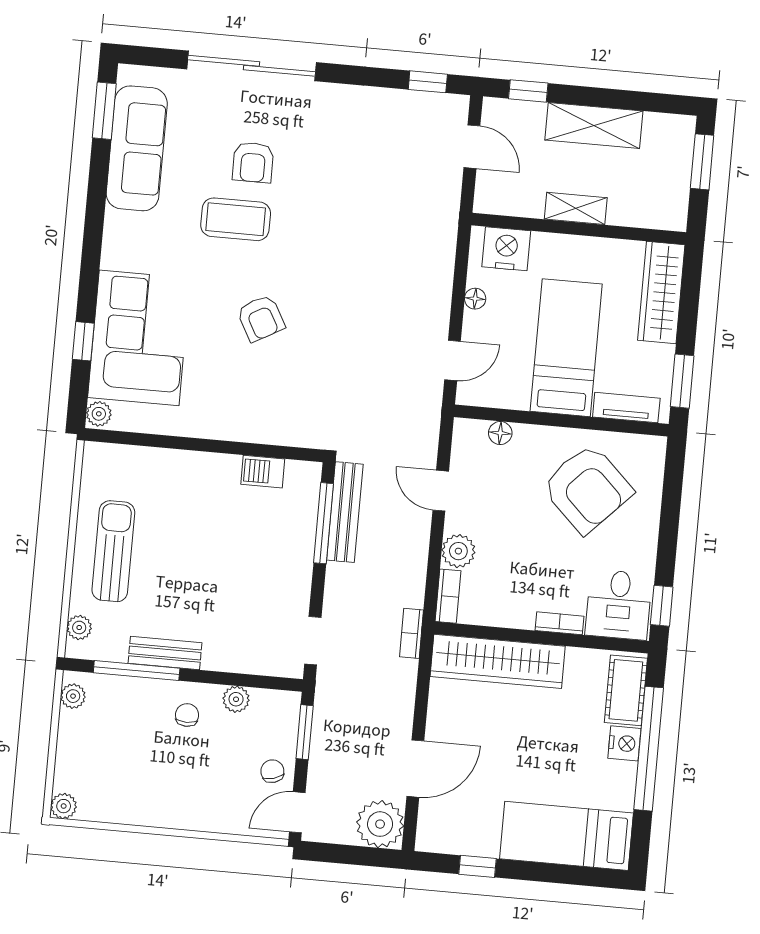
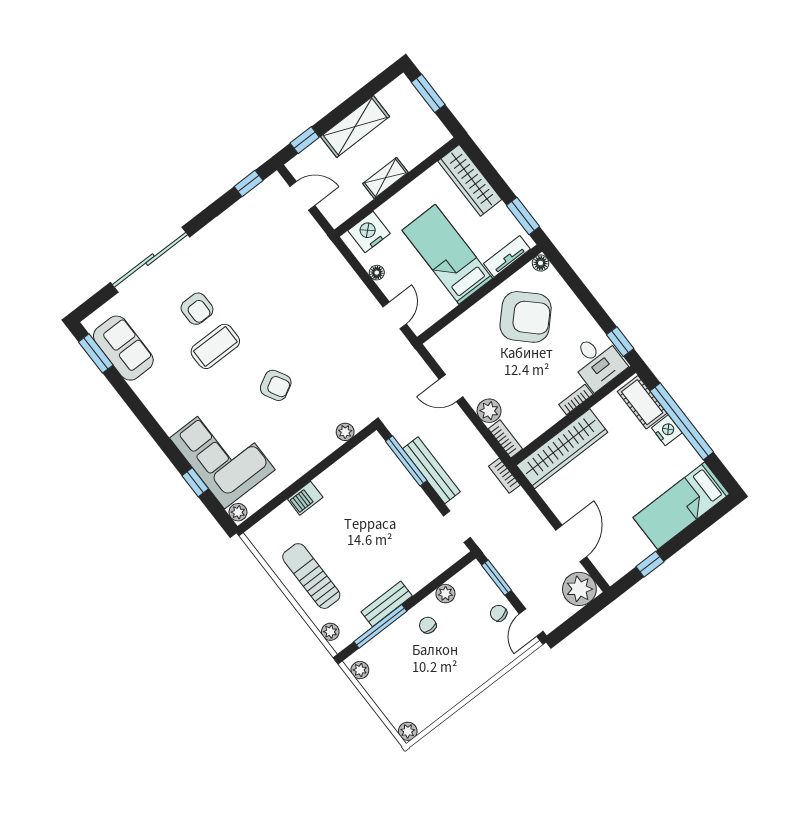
sofa: (137, 148) -> (123, 348), width x0.73
floor lamp: (500, 433) -> (541, 263), moved
plant: (288, 434) -> (345, 432), added
barbecue: (263, 472) -> (305, 498), moved
bench: (345, 512) -> (431, 470), moved

